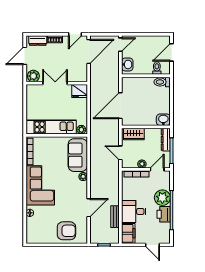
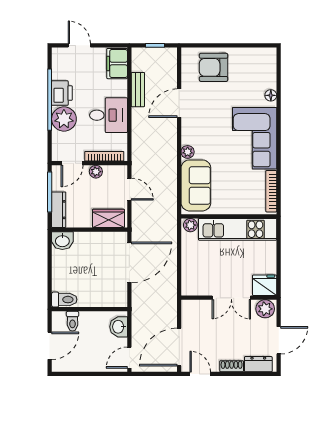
door: (75, 34) -> (200, 374), hinge flipped
fridge: (80, 91) -> (265, 285), moved
desk: (134, 211) -> (108, 115), moved

